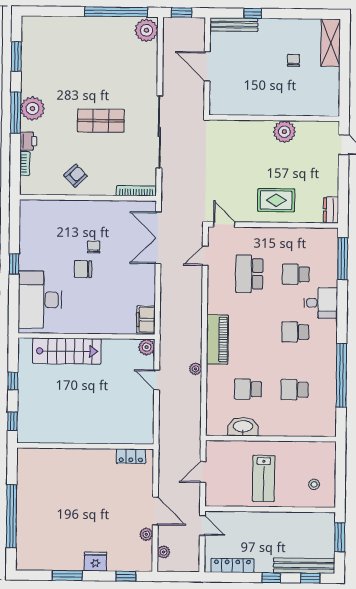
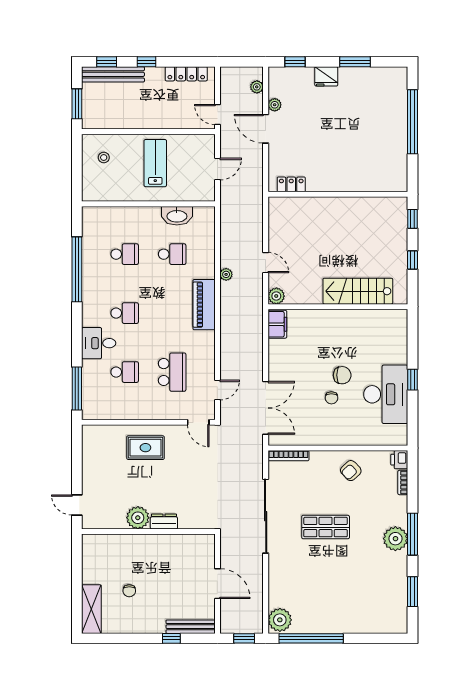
printer: (28, 141) -> (399, 460), moved
dresser: (331, 210) -> (164, 522), moved, turned -90
desk: (40, 300) -> (386, 394), moved

